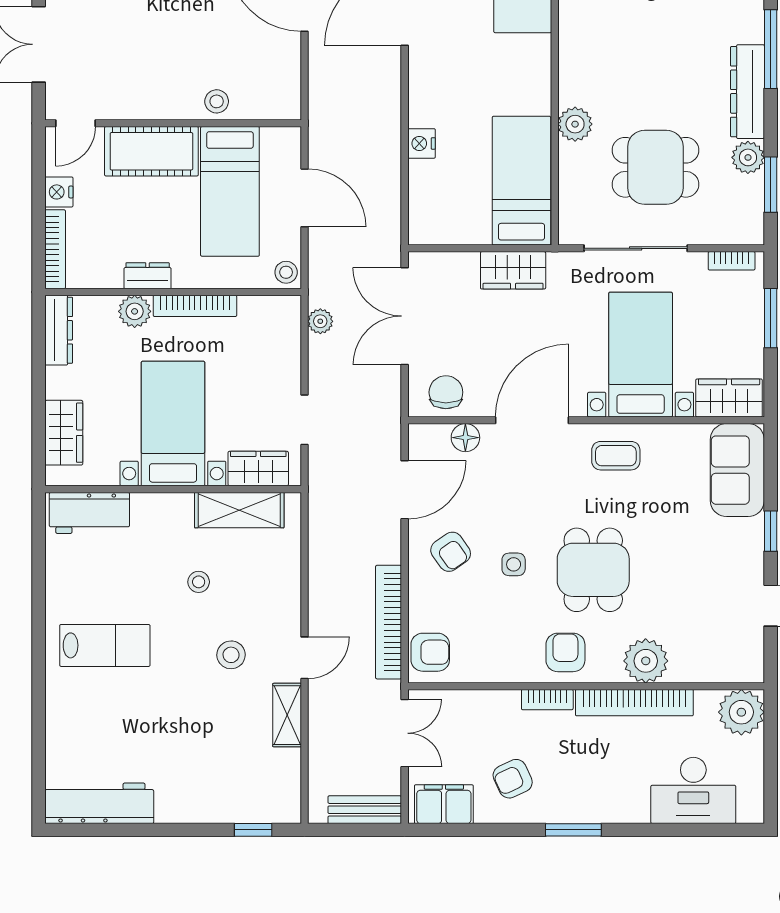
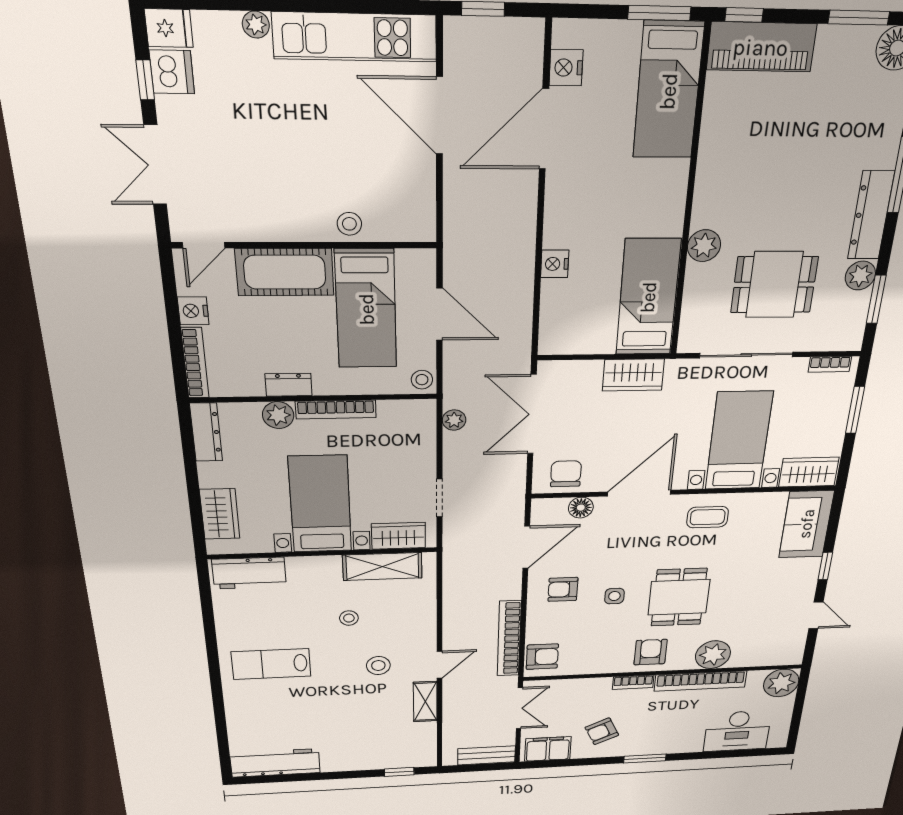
armchair: (451, 552) -> (563, 589), turned 125
lab bench: (105, 645) -> (271, 664), turned 180

